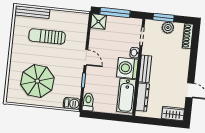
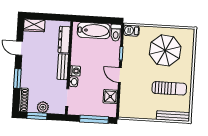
window: (164, 18) -> (37, 116), moved
shower: (98, 21) -> (110, 97), moved
sun lounger: (47, 36) -> (169, 88), moved
window: (193, 59) -> (17, 78), added
washing machine: (127, 68) -> (75, 71), width x0.53, depth x0.53
bathtub: (126, 96) -> (94, 30), moved, turned 90

